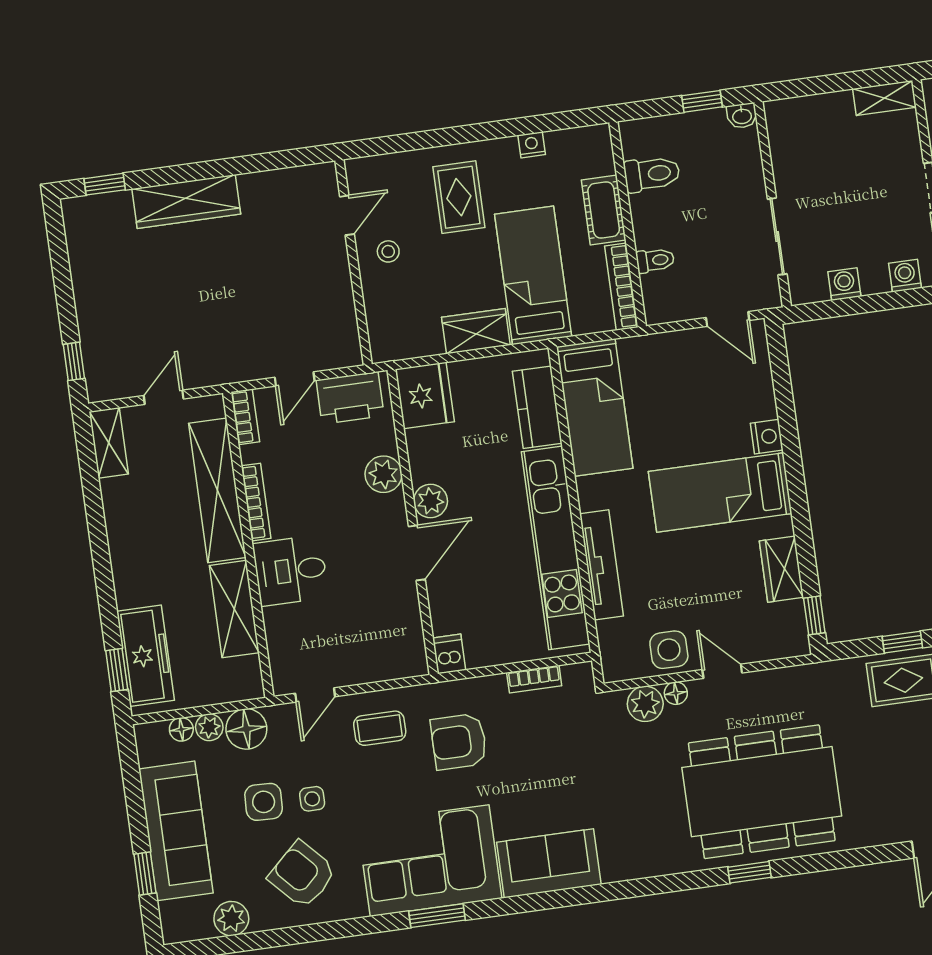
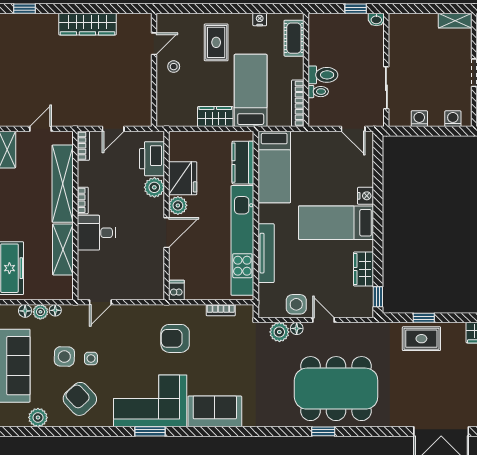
toilet: (652, 174) -> (323, 75), moved
wardrobe: (186, 201) -> (87, 24), moved
cot: (604, 210) -> (294, 38), moved
fridge: (425, 395) -> (183, 178), moved
printer: (350, 398) -> (152, 159), moved, turned 90
bookcase: (256, 502) -> (83, 200), width x0.64
coffee table: (380, 728) -> (133, 325), removed
floor lamp: (246, 729) -> (55, 310), width x0.53, depth x0.53

